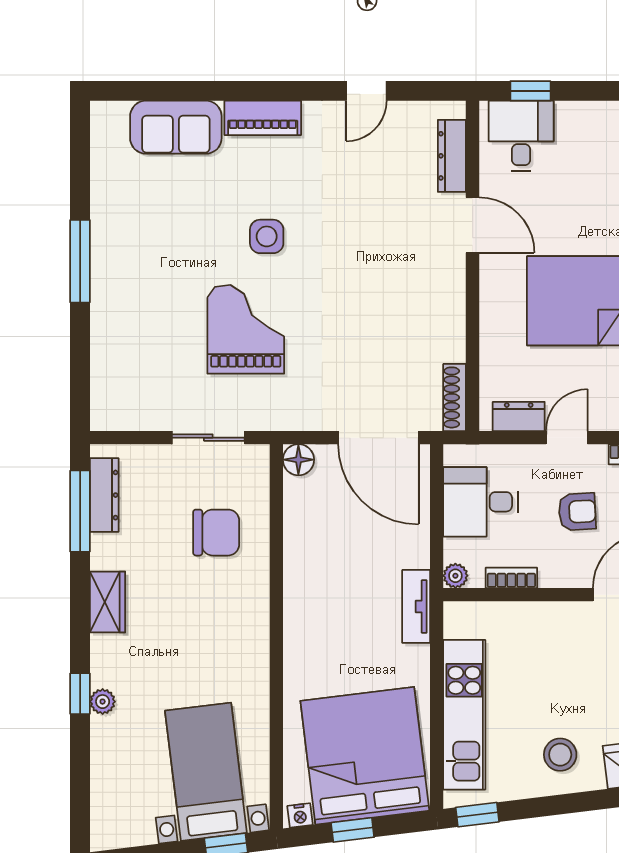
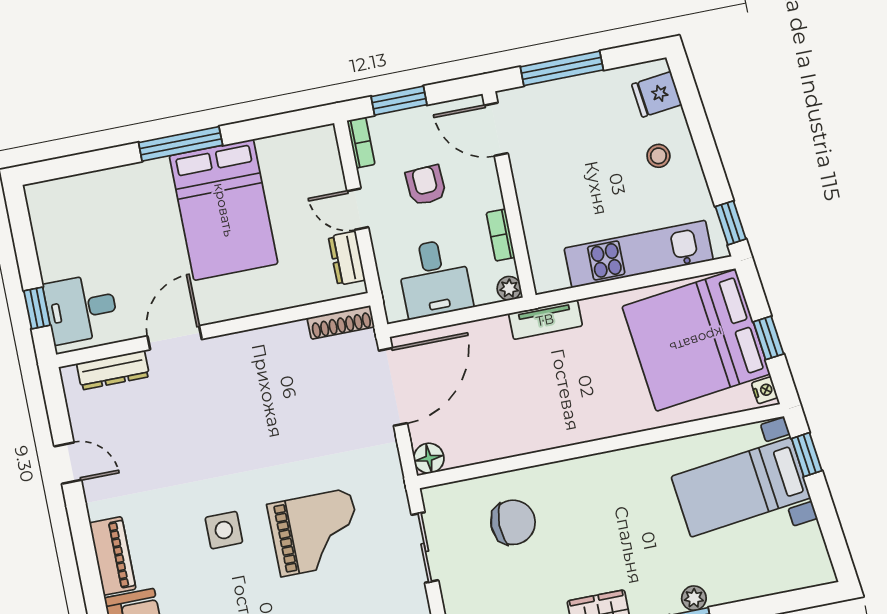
grand piano: (246, 329) -> (316, 532), turned 180
chair: (216, 533) -> (513, 522), turned 90
stool: (560, 755) -> (658, 156), width x0.73, depth x0.73

